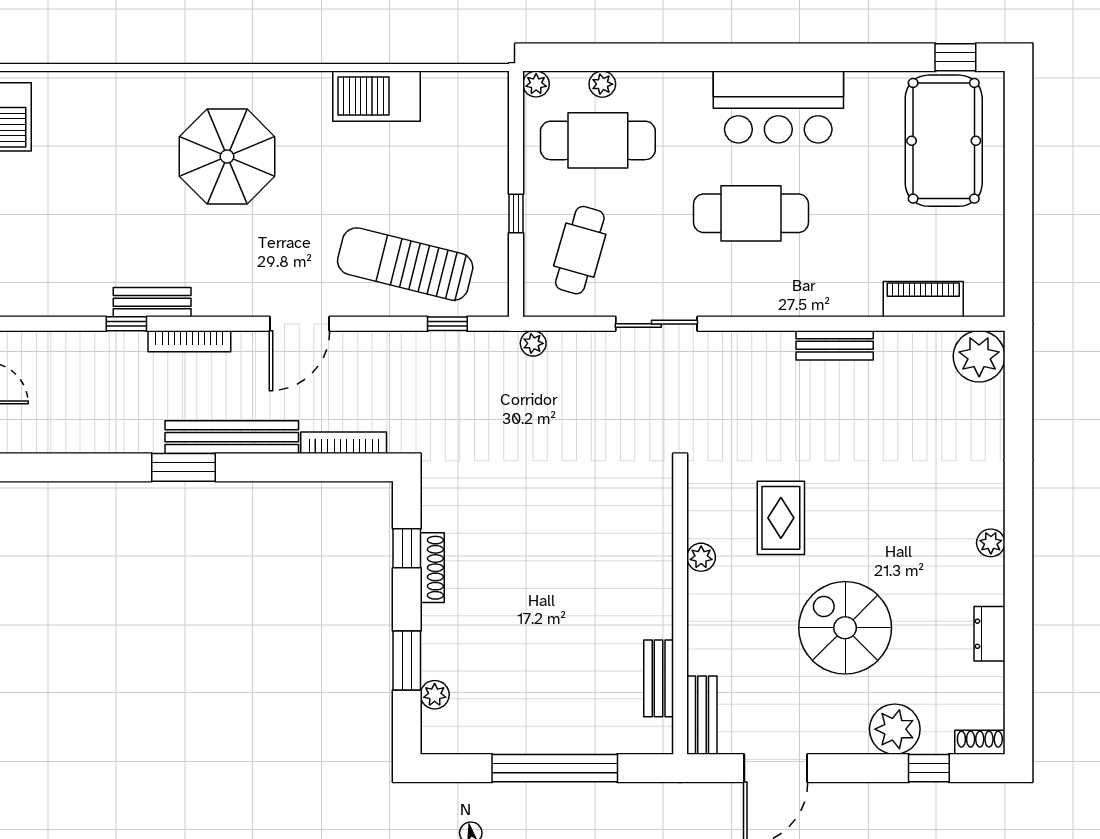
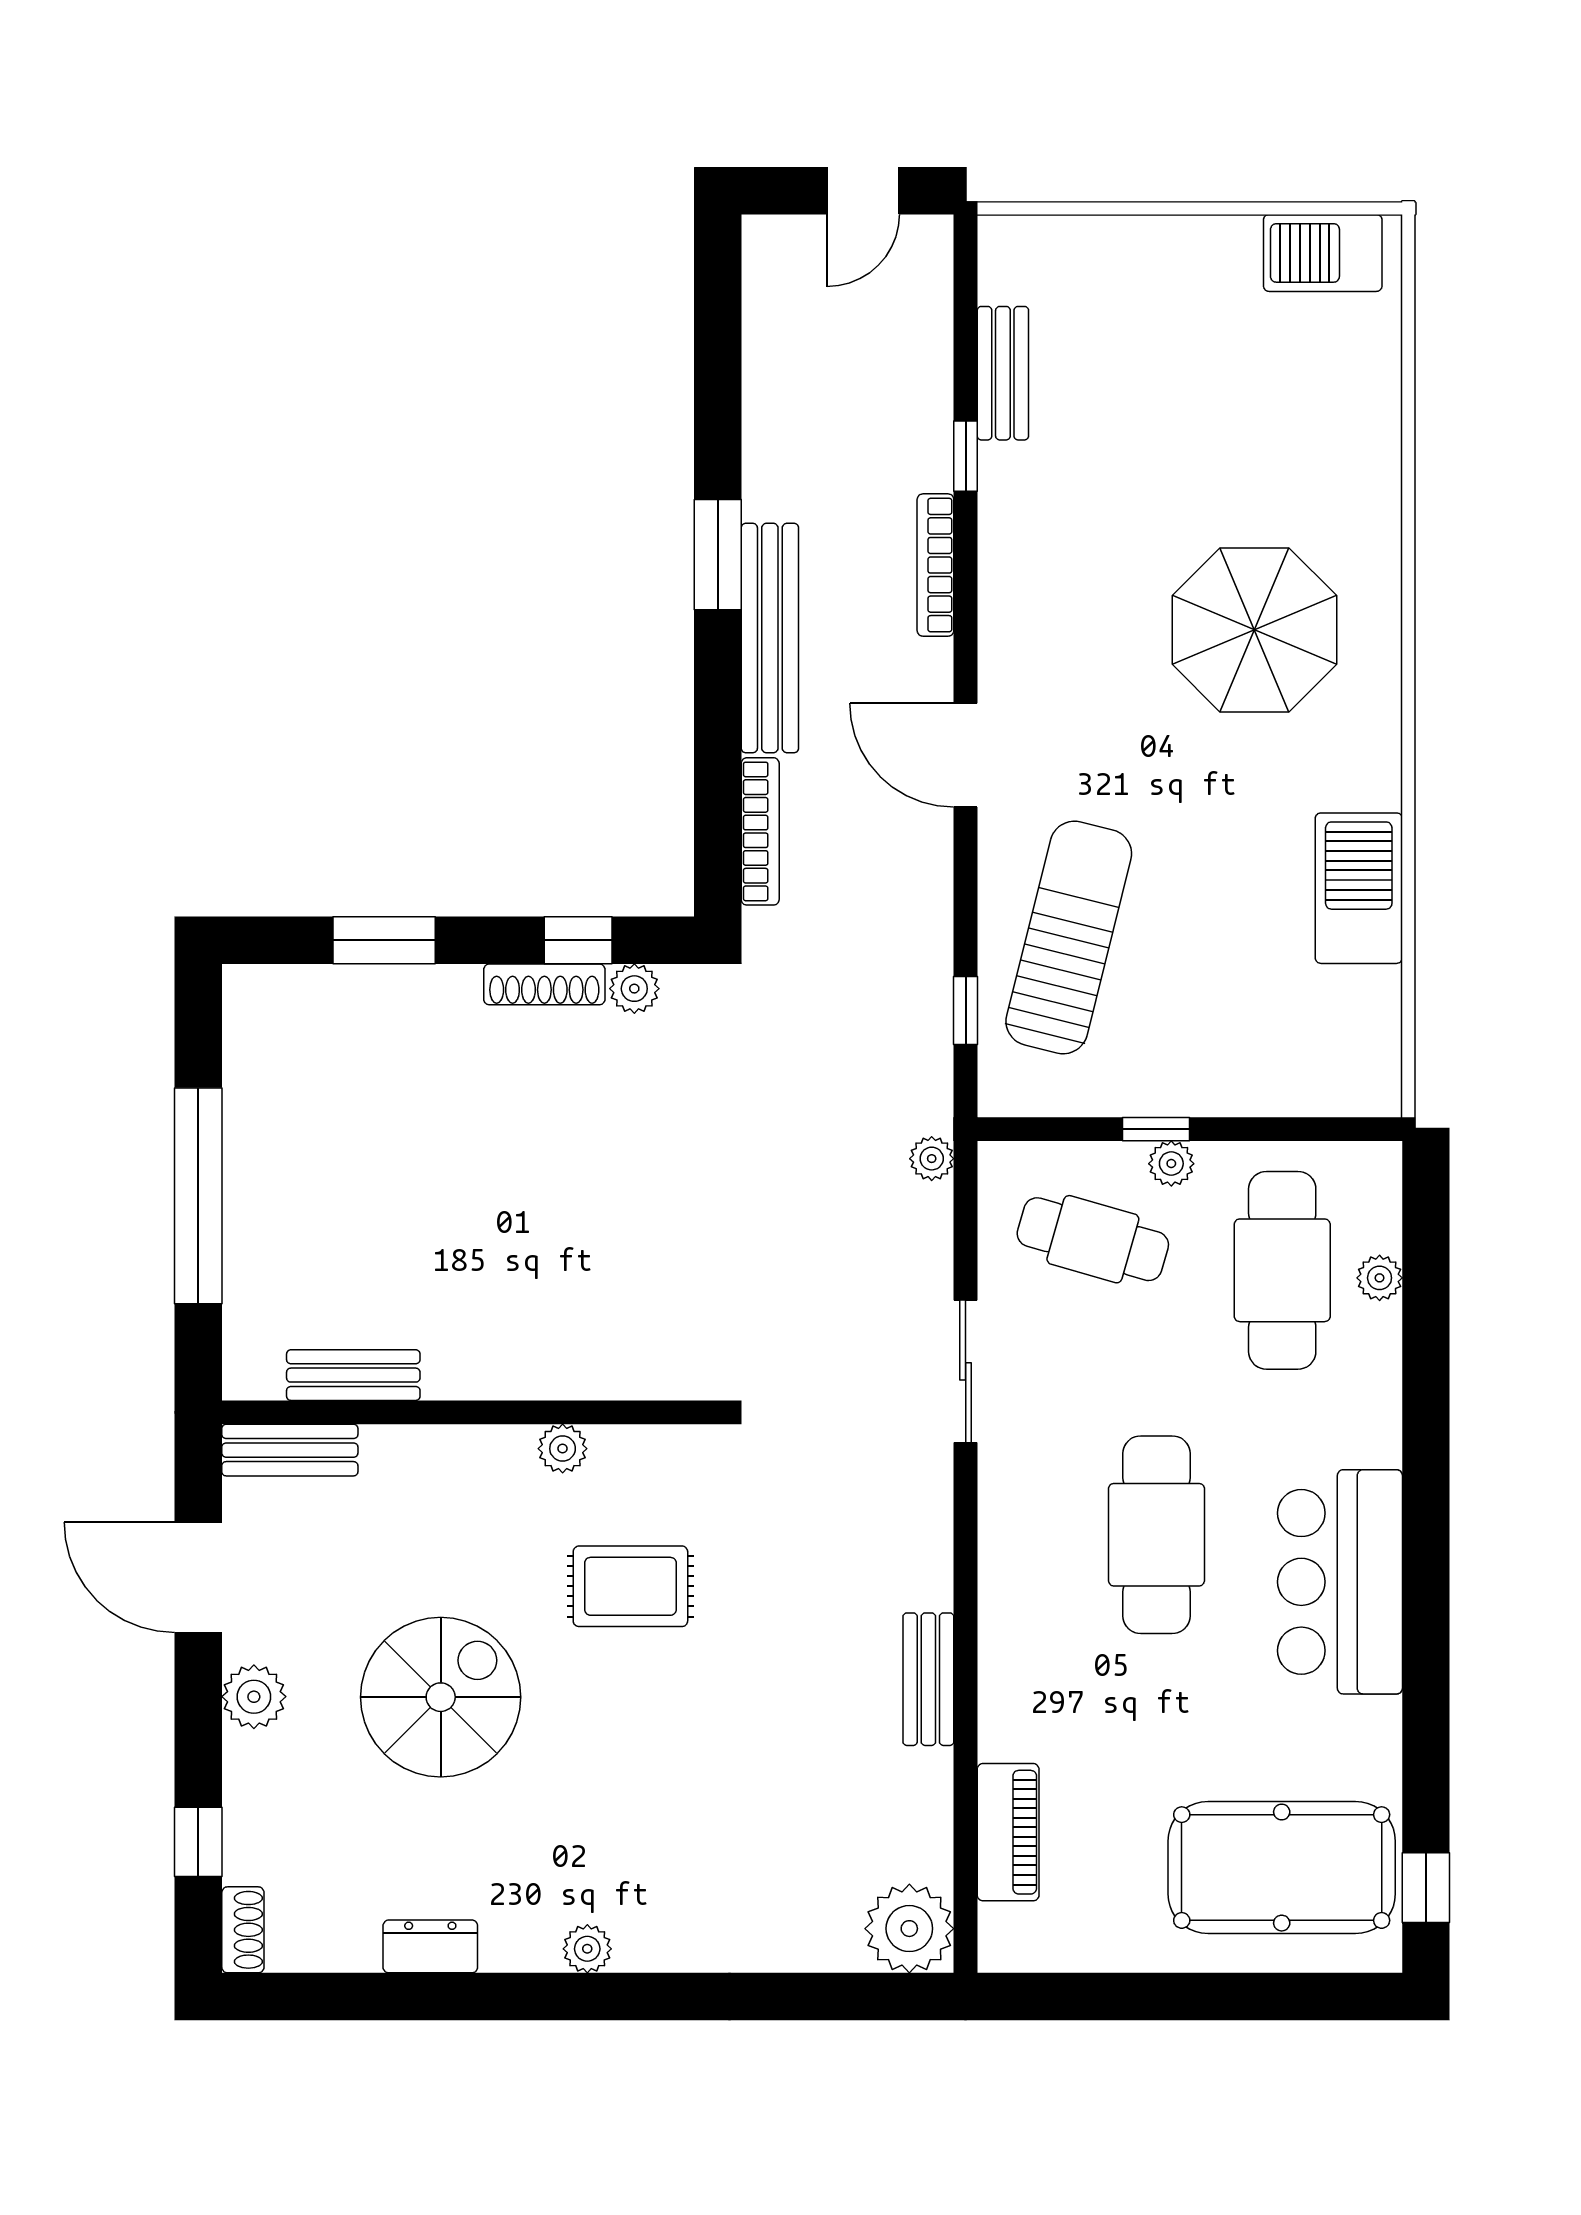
plant: (536, 84) -> (1171, 1164), moved
bench: (152, 302) -> (1003, 373), moved
plant: (435, 695) -> (634, 989), moved
plant: (895, 729) -> (254, 1697), moved, width x0.73, depth x0.73

